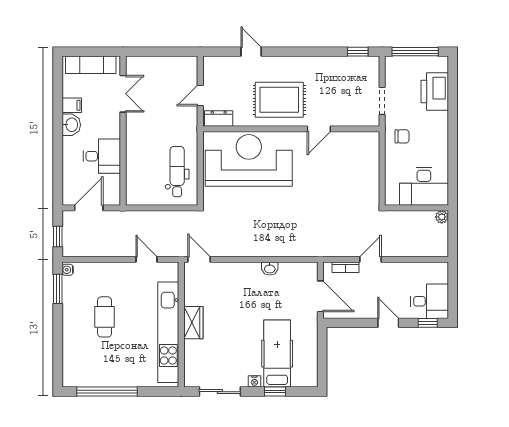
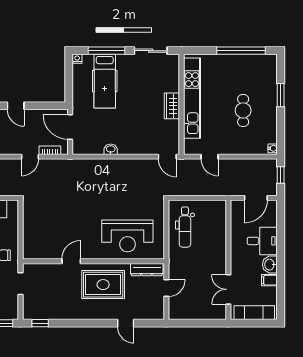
dresser: (219, 118) -> (147, 270), width x1.44
desk: (102, 156) -> (262, 241), moved, turned 180
reception desk: (249, 160) -> (127, 236), width x0.74, depth x0.77
window: (58, 289) -> (281, 95), moved
nightstand: (254, 381) -> (77, 59), moved
window: (275, 392) -> (107, 51), width x2.17

